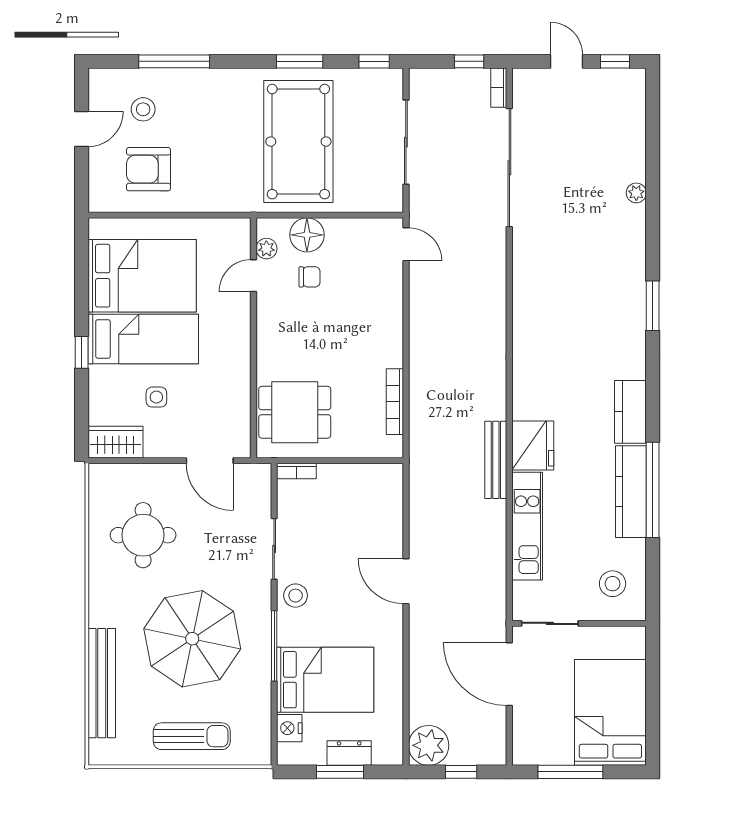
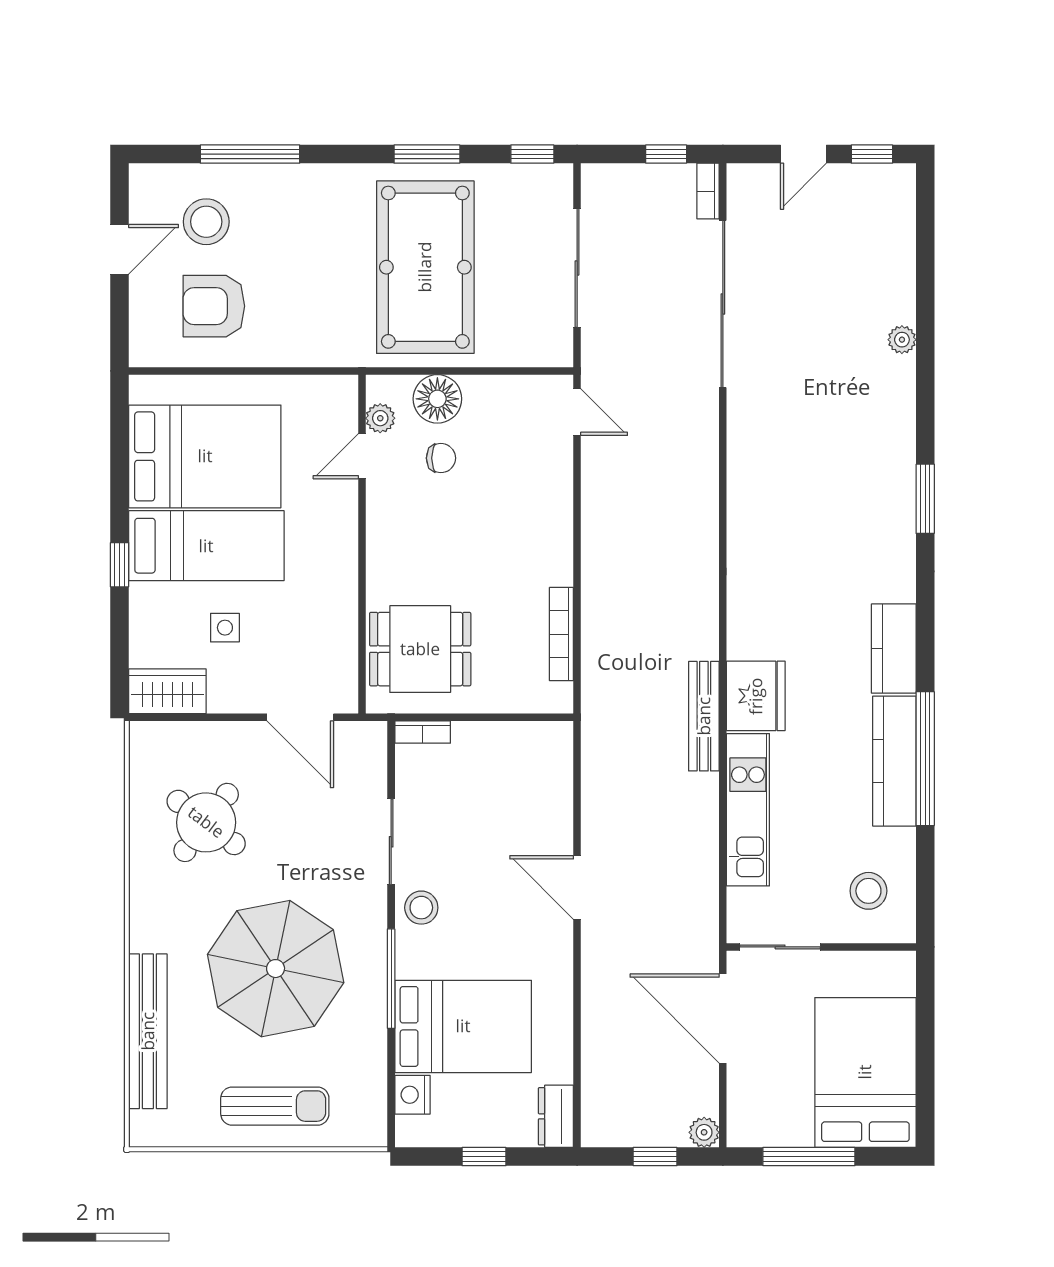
door: (566, 61) -> (803, 154), swing flipped
stool: (143, 109) -> (206, 222), width x1.38, depth x1.38
round table: (143, 535) -> (206, 822), turned 37
plant: (429, 745) -> (704, 1132), moved, width x0.53, depth x0.53
dresser: (349, 753) -> (556, 1116), moved, turned -90
window: (340, 772) -> (484, 1157), width x0.67

